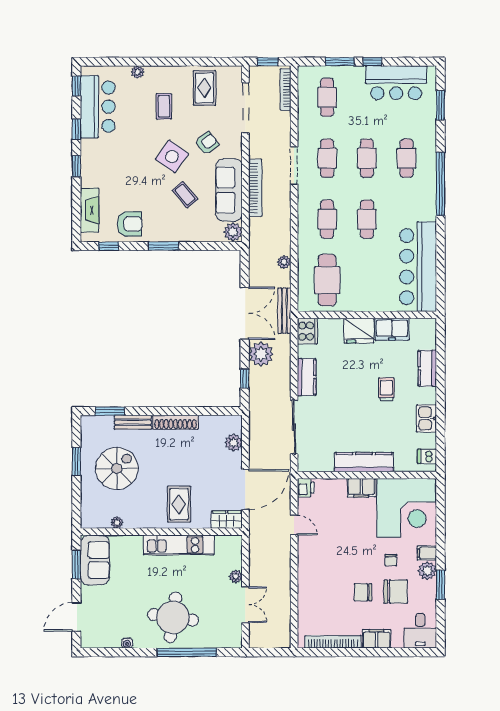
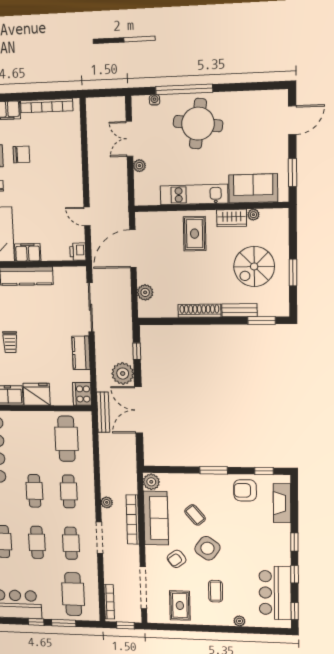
cafe table: (327, 97) -> (73, 594), width x1.37, depth x1.35
plant: (284, 262) -> (107, 502), moved
wardrobe: (227, 520) -> (232, 218), moved
sofa: (95, 560) -> (253, 188), moved, turned 90
water cooler: (127, 643) -> (154, 100), moved

